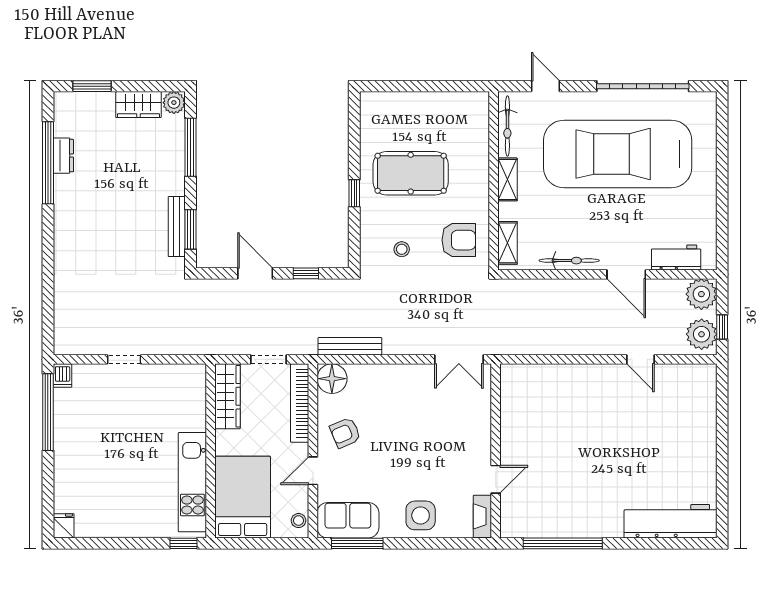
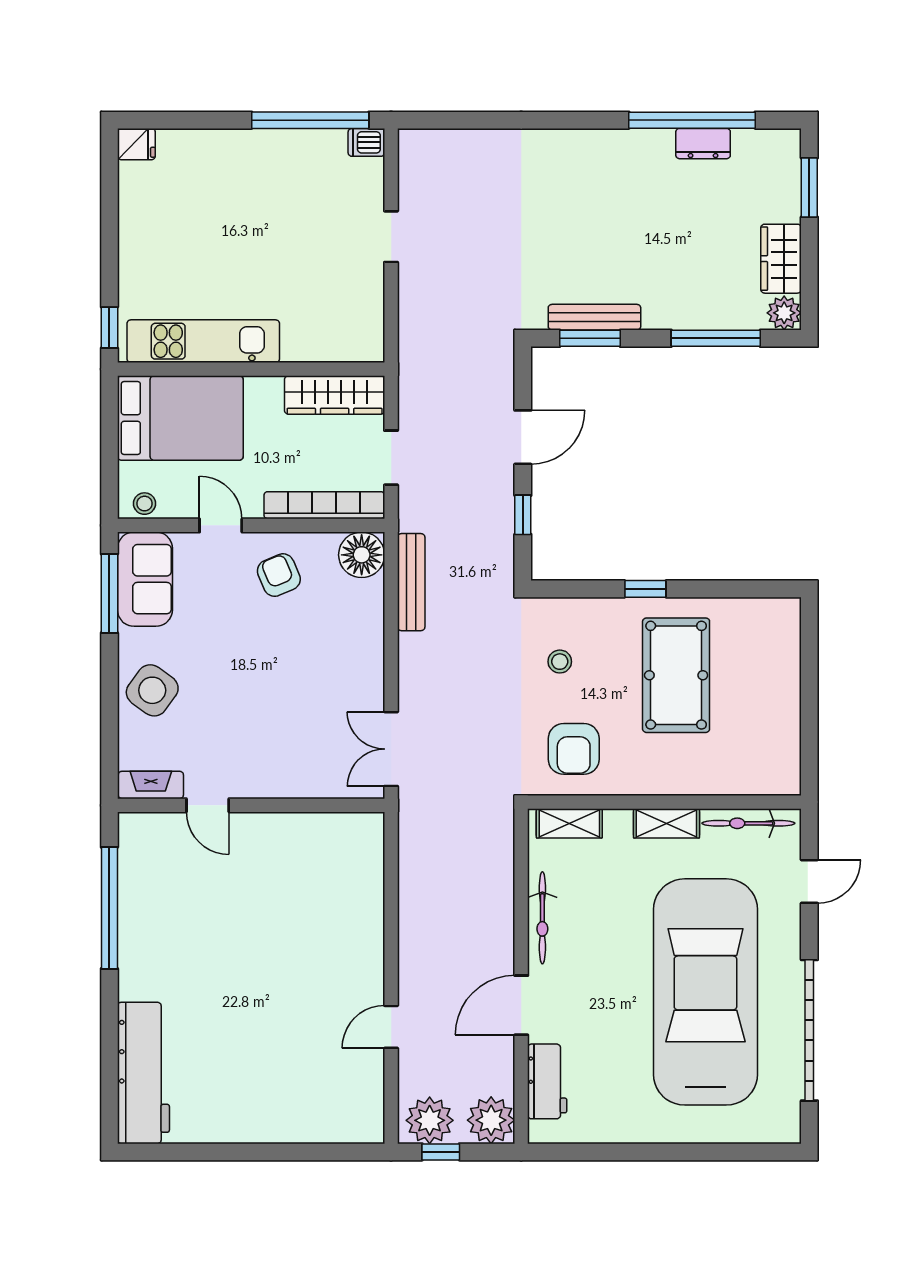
side table: (421, 515) -> (152, 690), turned 36

